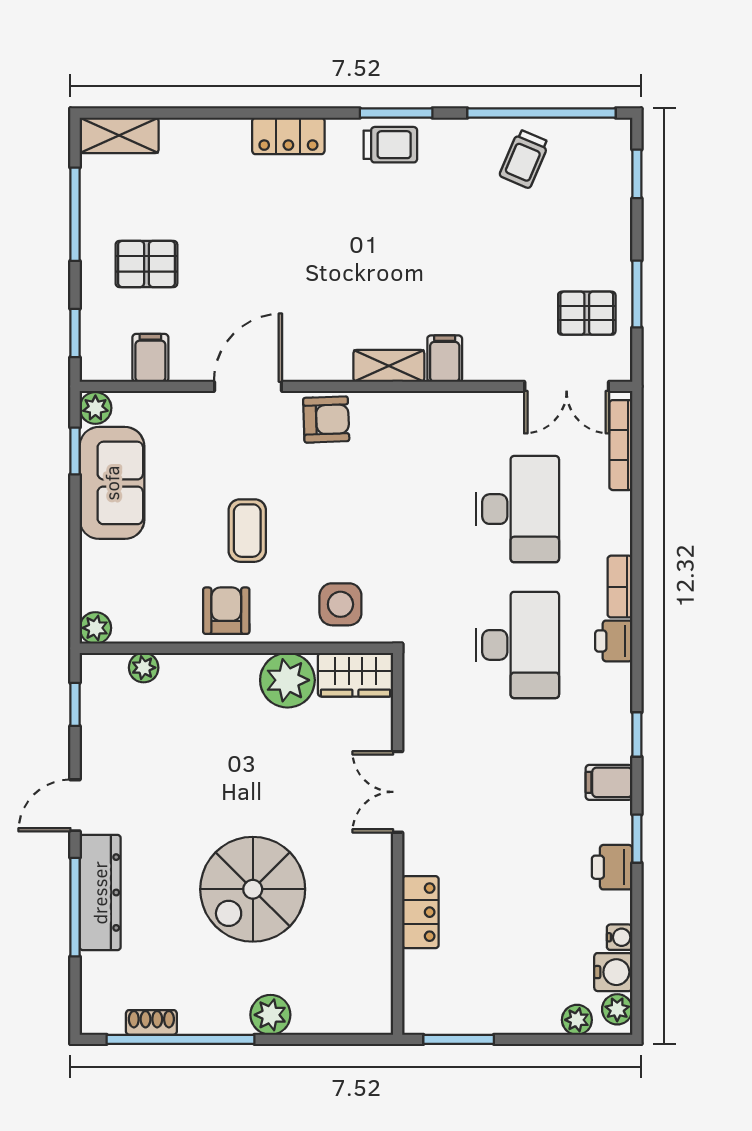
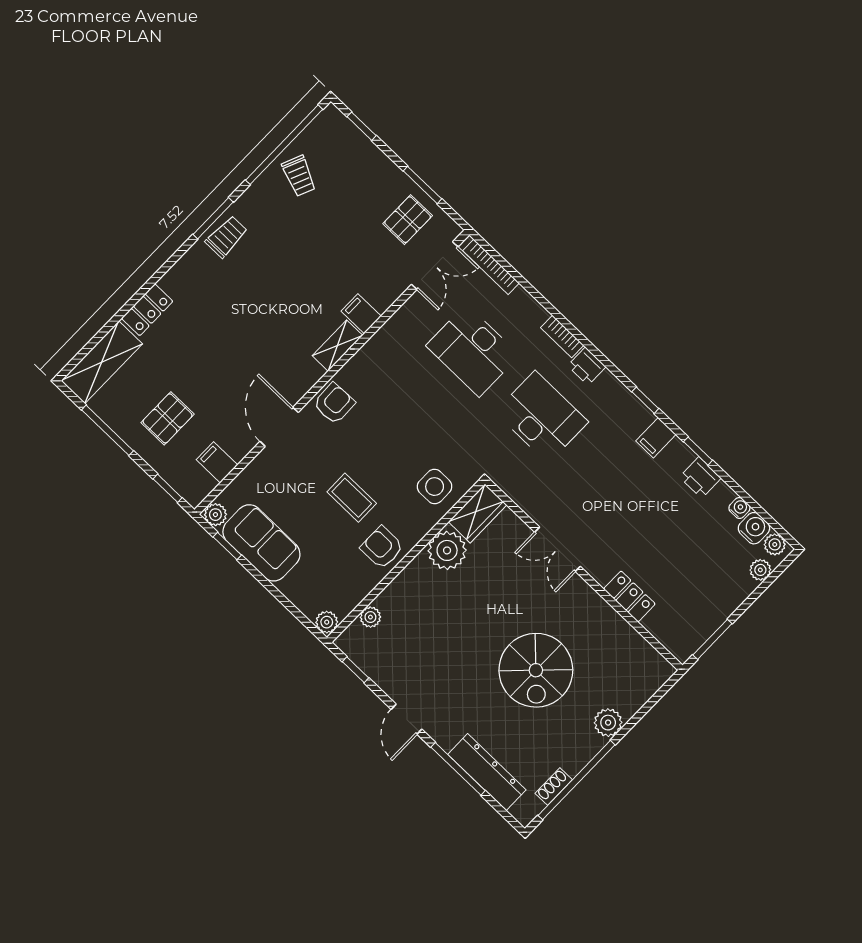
shelving: (119, 135) -> (102, 362), width x1.50, depth x1.33
locker: (288, 136) -> (147, 310), moved
desk: (517, 509) -> (473, 351), turned 180
dresser: (100, 893) -> (487, 772), moved

